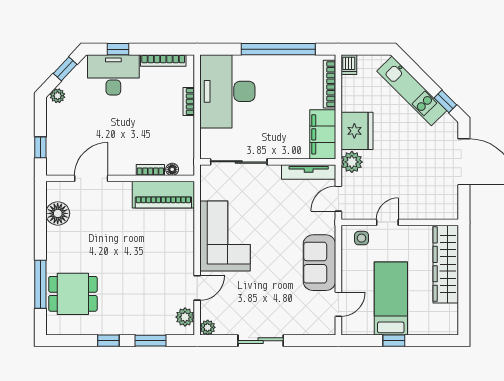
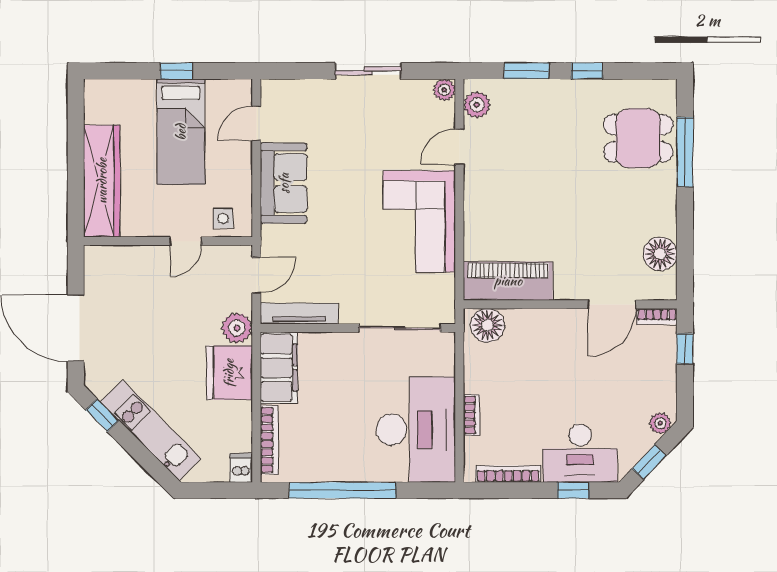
floor lamp: (172, 169) -> (487, 325), width x1.89, depth x1.89
bookcase: (150, 170) -> (657, 316), moved

